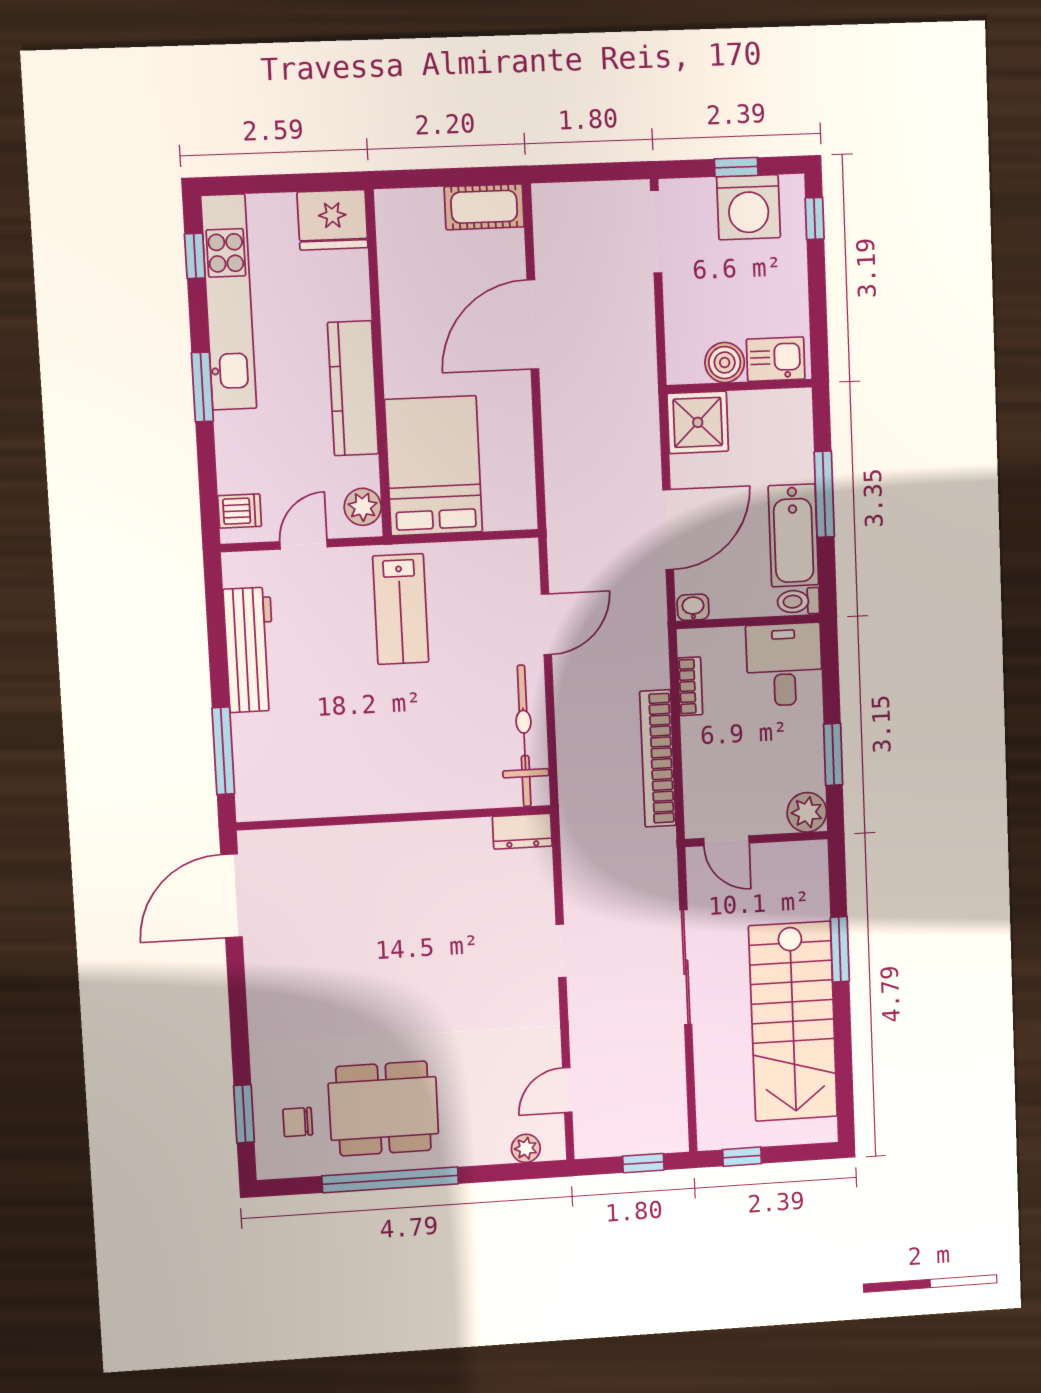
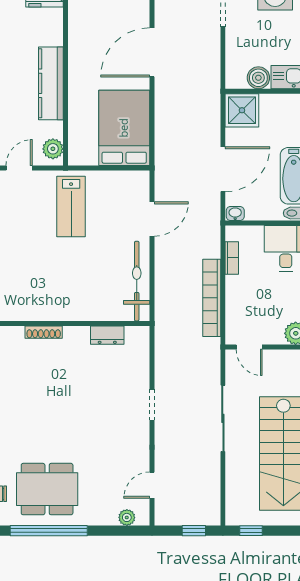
bed: (434, 466) -> (124, 128), moved
dresser: (522, 831) -> (107, 335), moved
shoe rack: (363, 835) -> (44, 332), added

